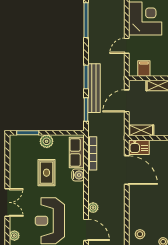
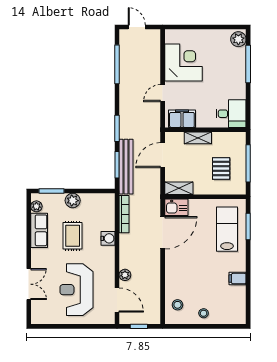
filing cabinet: (144, 68) -> (182, 119), width x2.00
bench: (94, 88) -> (126, 167), moved
row of seats: (77, 152) -> (39, 230), moved, turned 180
door: (127, 170) -> (163, 233), hinge flipped
double door: (7, 202) -> (29, 284), moved
plant: (14, 236) -> (36, 206), moved

